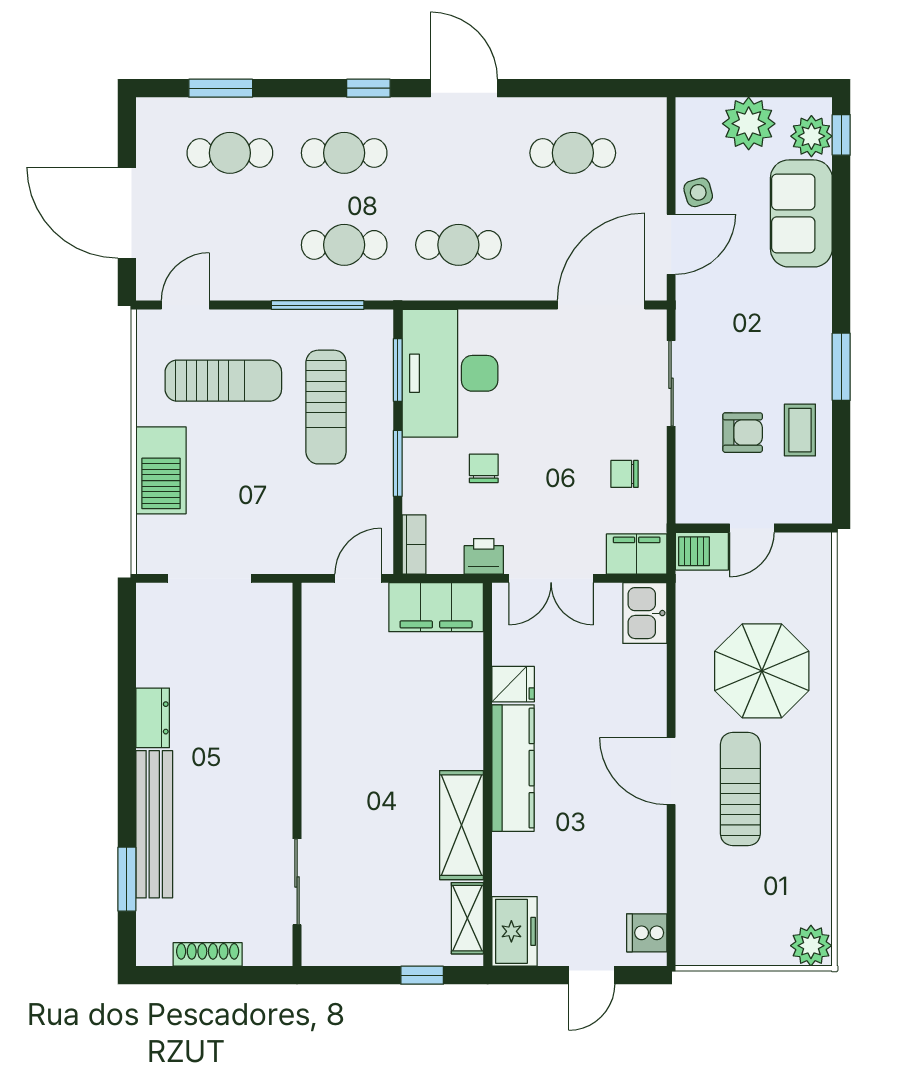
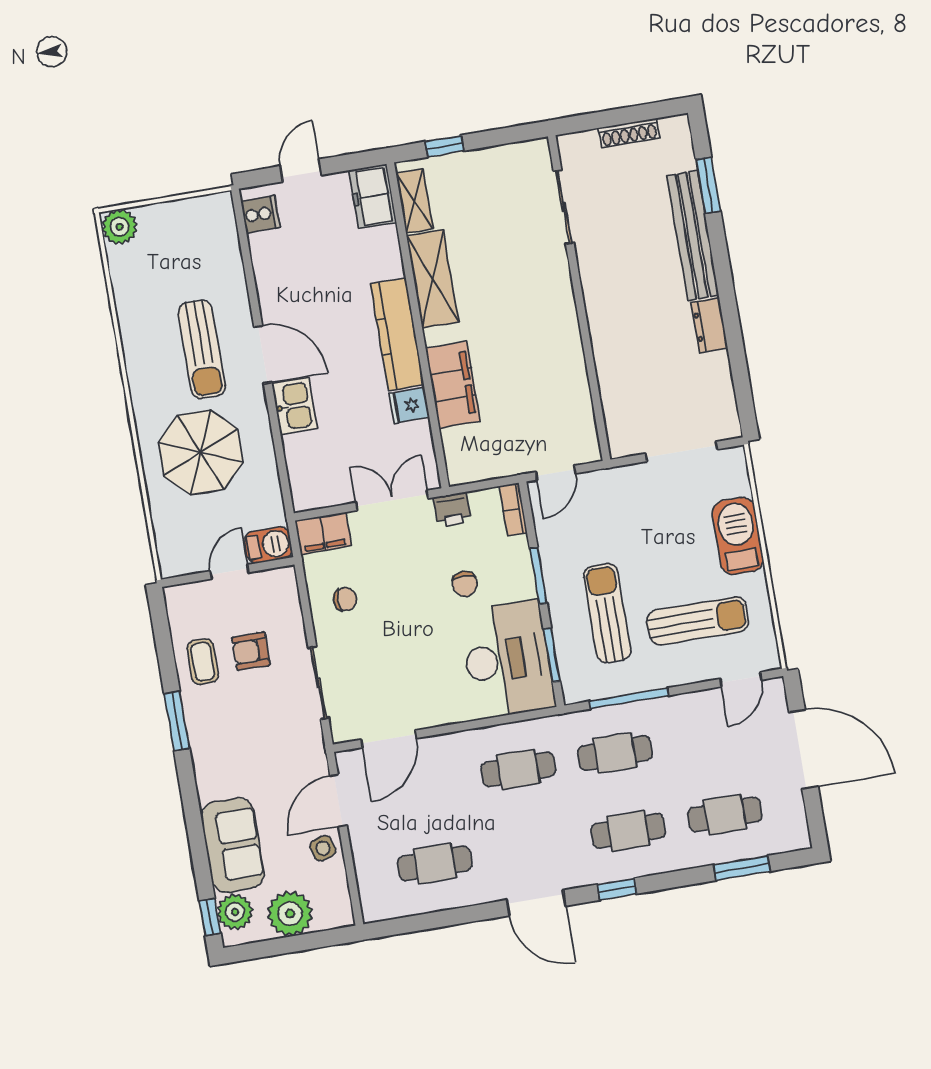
door: (601, 305) -> (389, 739), width x0.73
sun lounger: (223, 381) -> (698, 621), turned 180
filing cabinet: (436, 607) -> (453, 385), moved, turned 90
kitchen sink: (645, 613) -> (295, 406), moved

